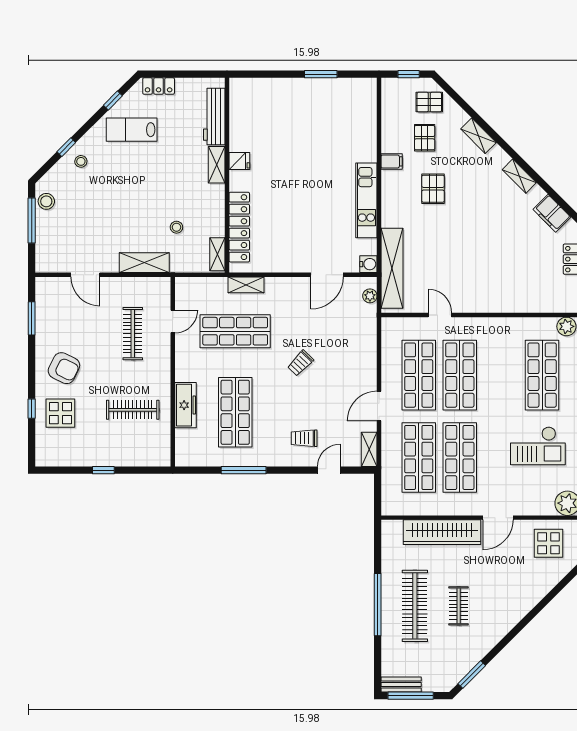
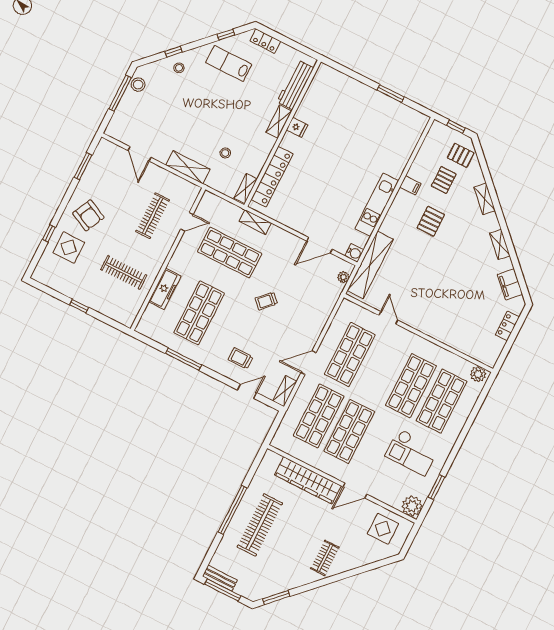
shop shelf: (460, 375) -> (411, 386), moved
clothes rail: (459, 606) -> (325, 558), moved

